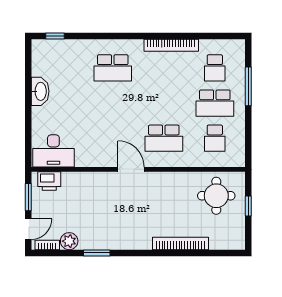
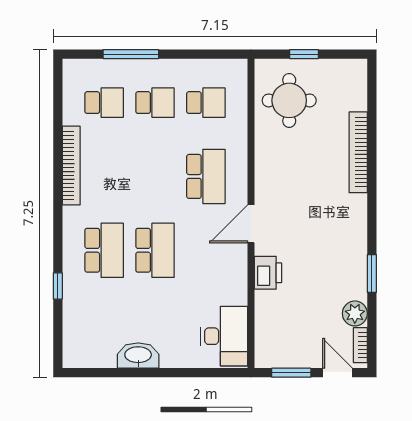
window: (55, 36) -> (58, 286), moved
school desk: (113, 103) -> (155, 250), added
school desk: (215, 103) -> (155, 103), width x0.54
printer: (49, 181) -> (268, 273), moved

